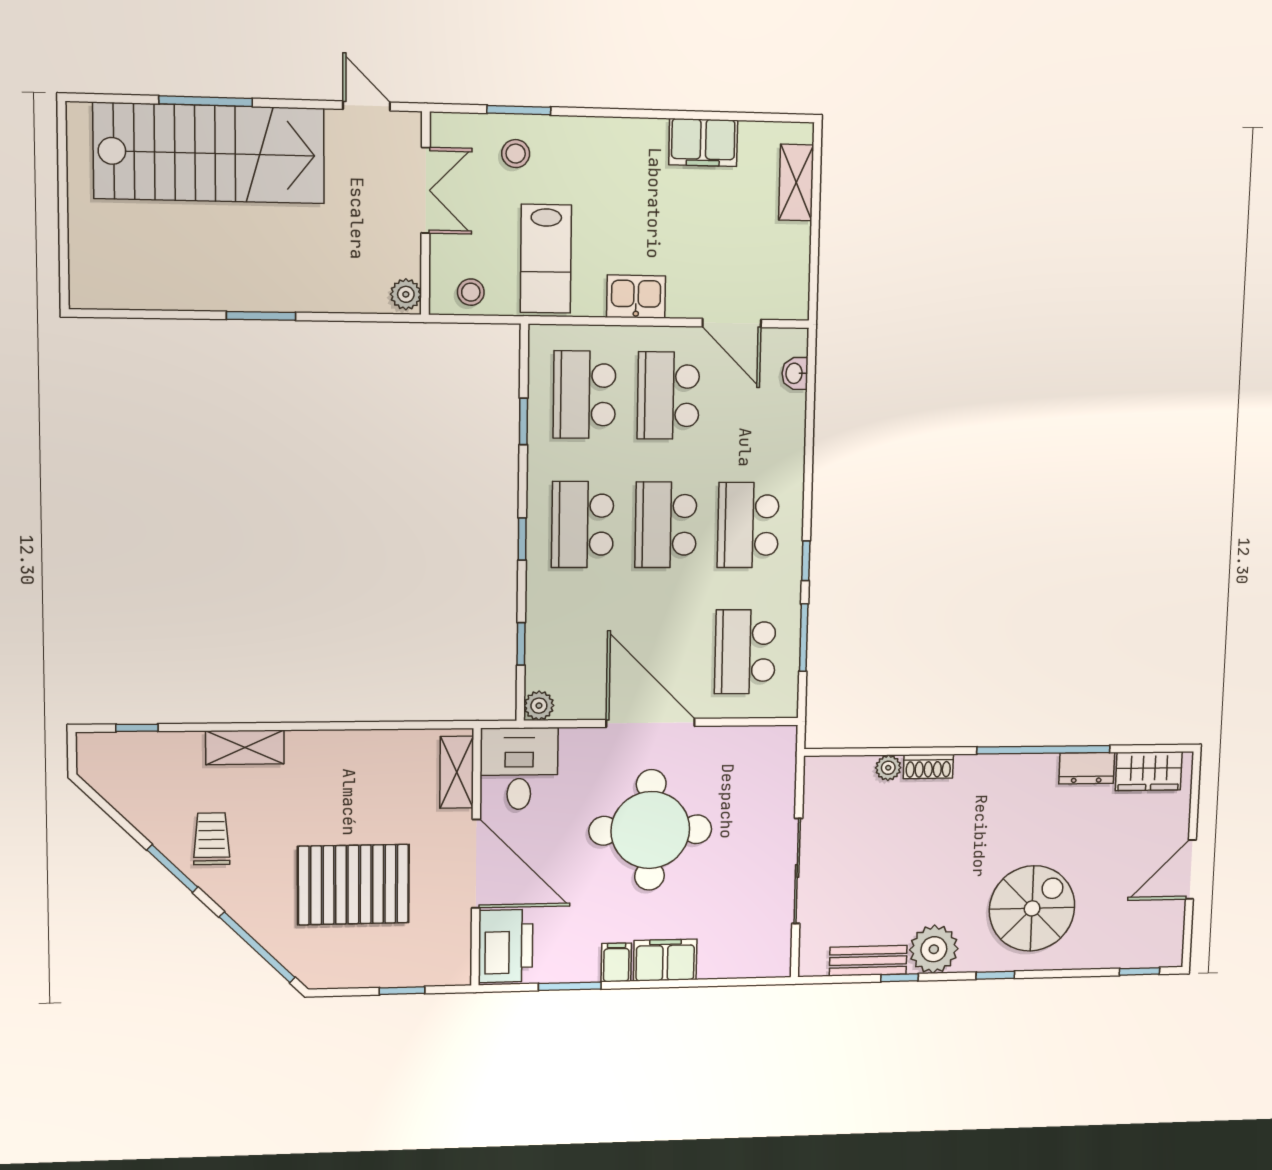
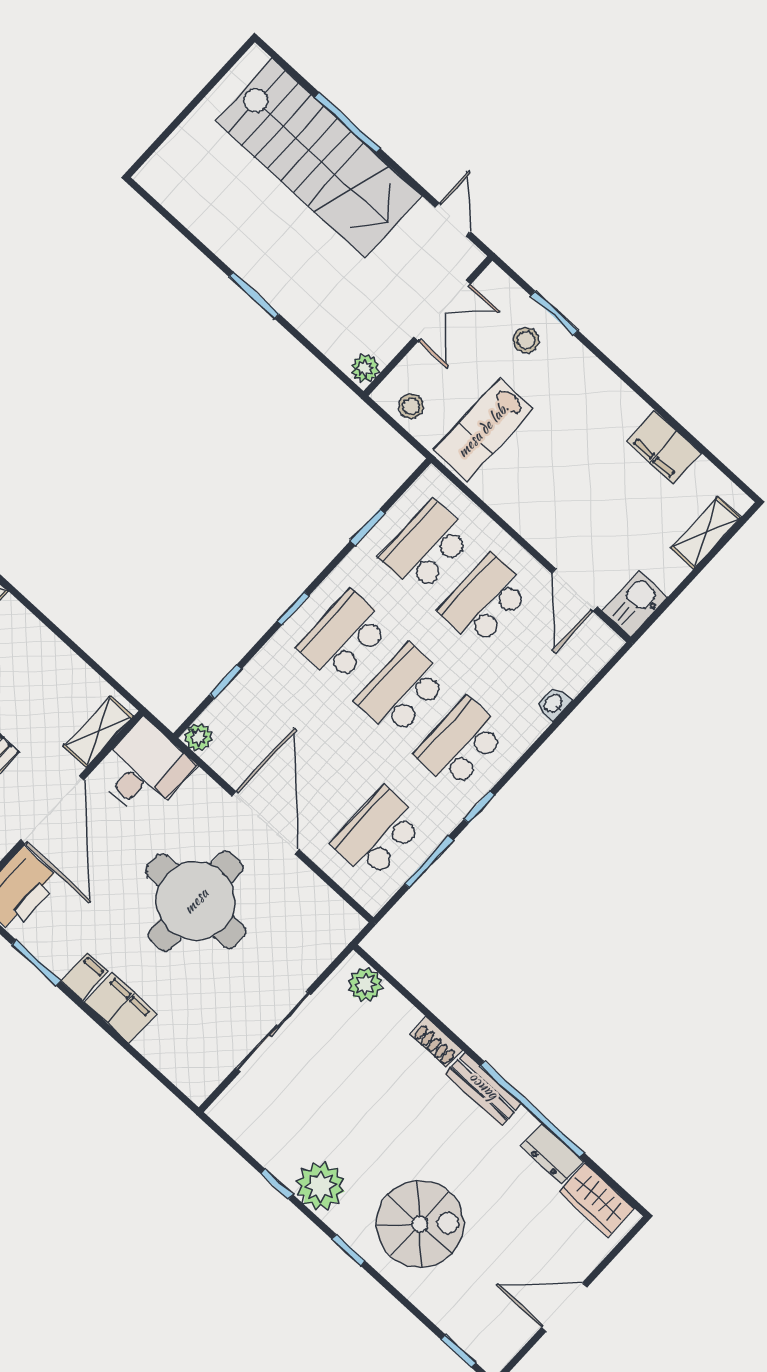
kitchen sink: (636, 297) -> (635, 604), moved, turned -90
washbasin: (795, 373) -> (553, 703), moved
plant: (888, 768) -> (365, 985), moved, width x1.38, depth x1.38
bench: (868, 961) -> (483, 1089), moved

